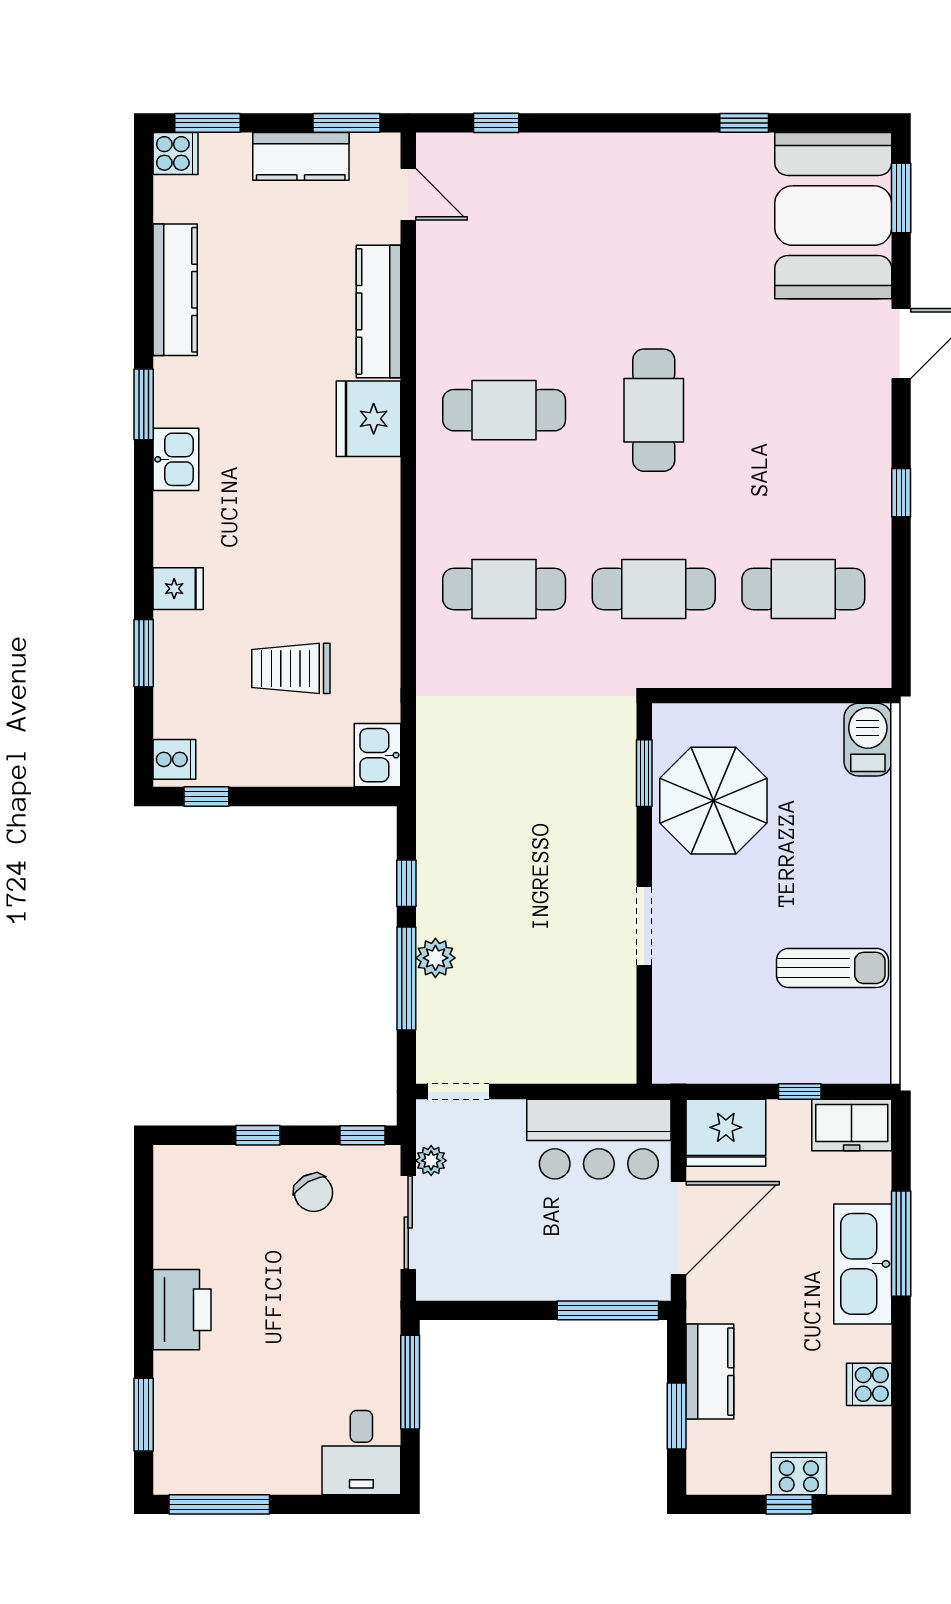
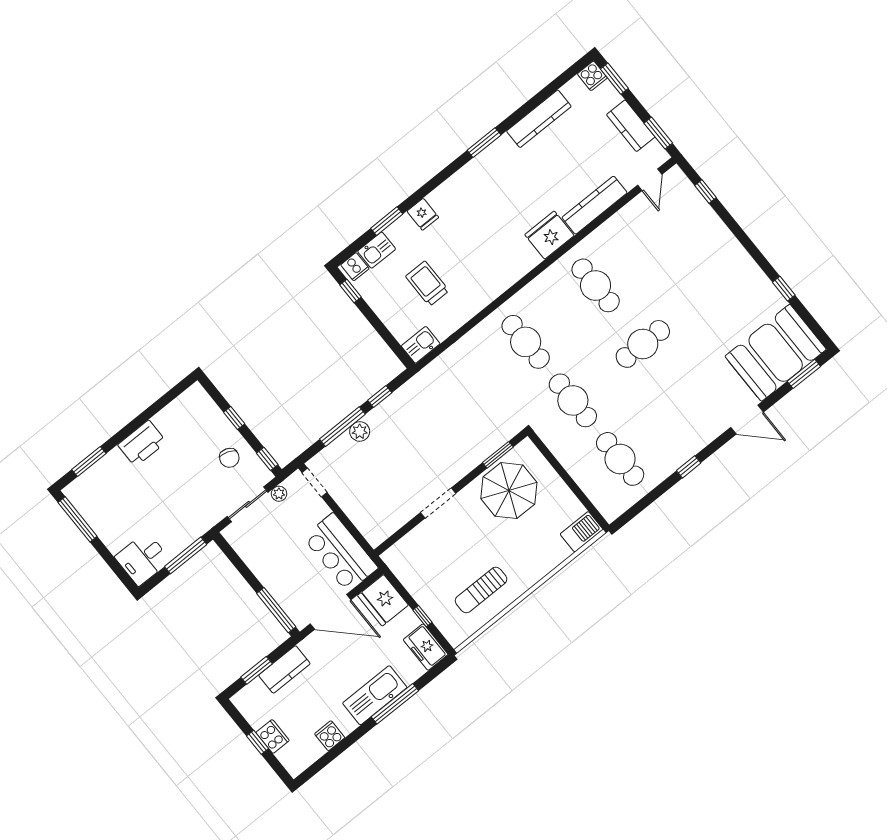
kitchen sink: (176, 459) -> (377, 250), moved
sun lounger: (832, 968) -> (481, 590), turned 90
chair: (313, 1193) -> (229, 458), turned -40

